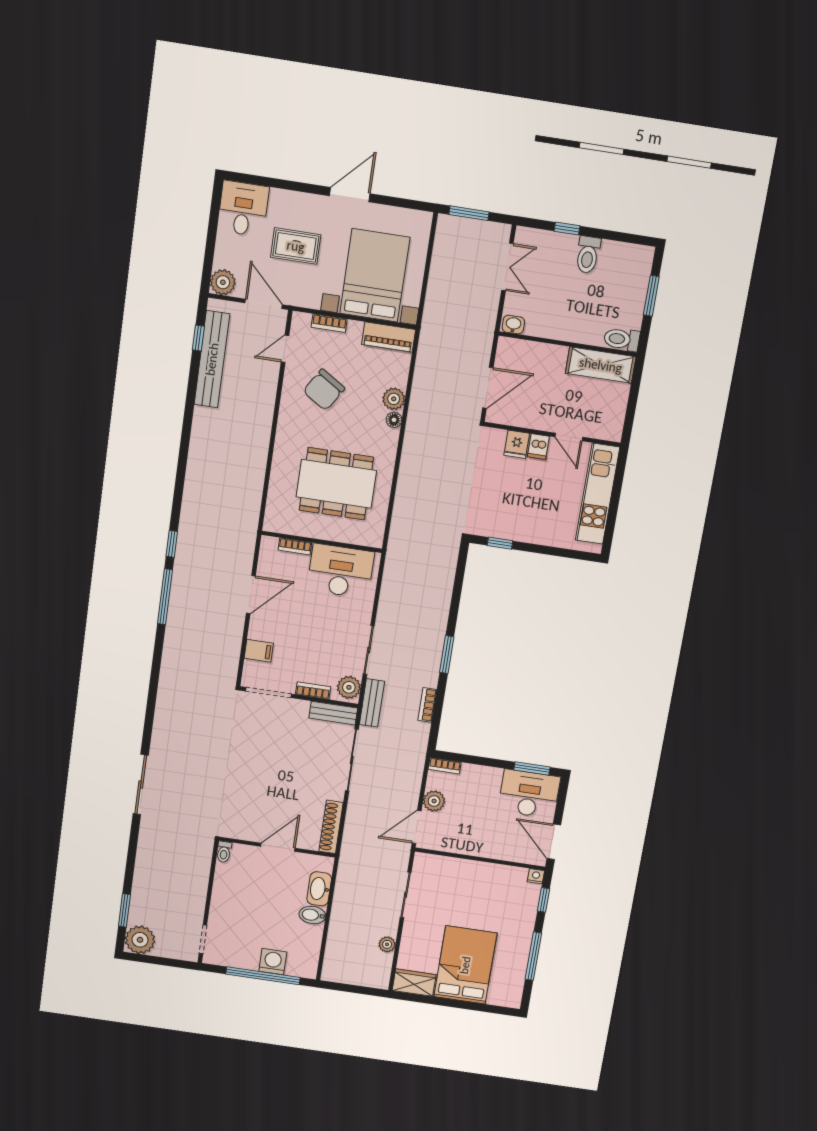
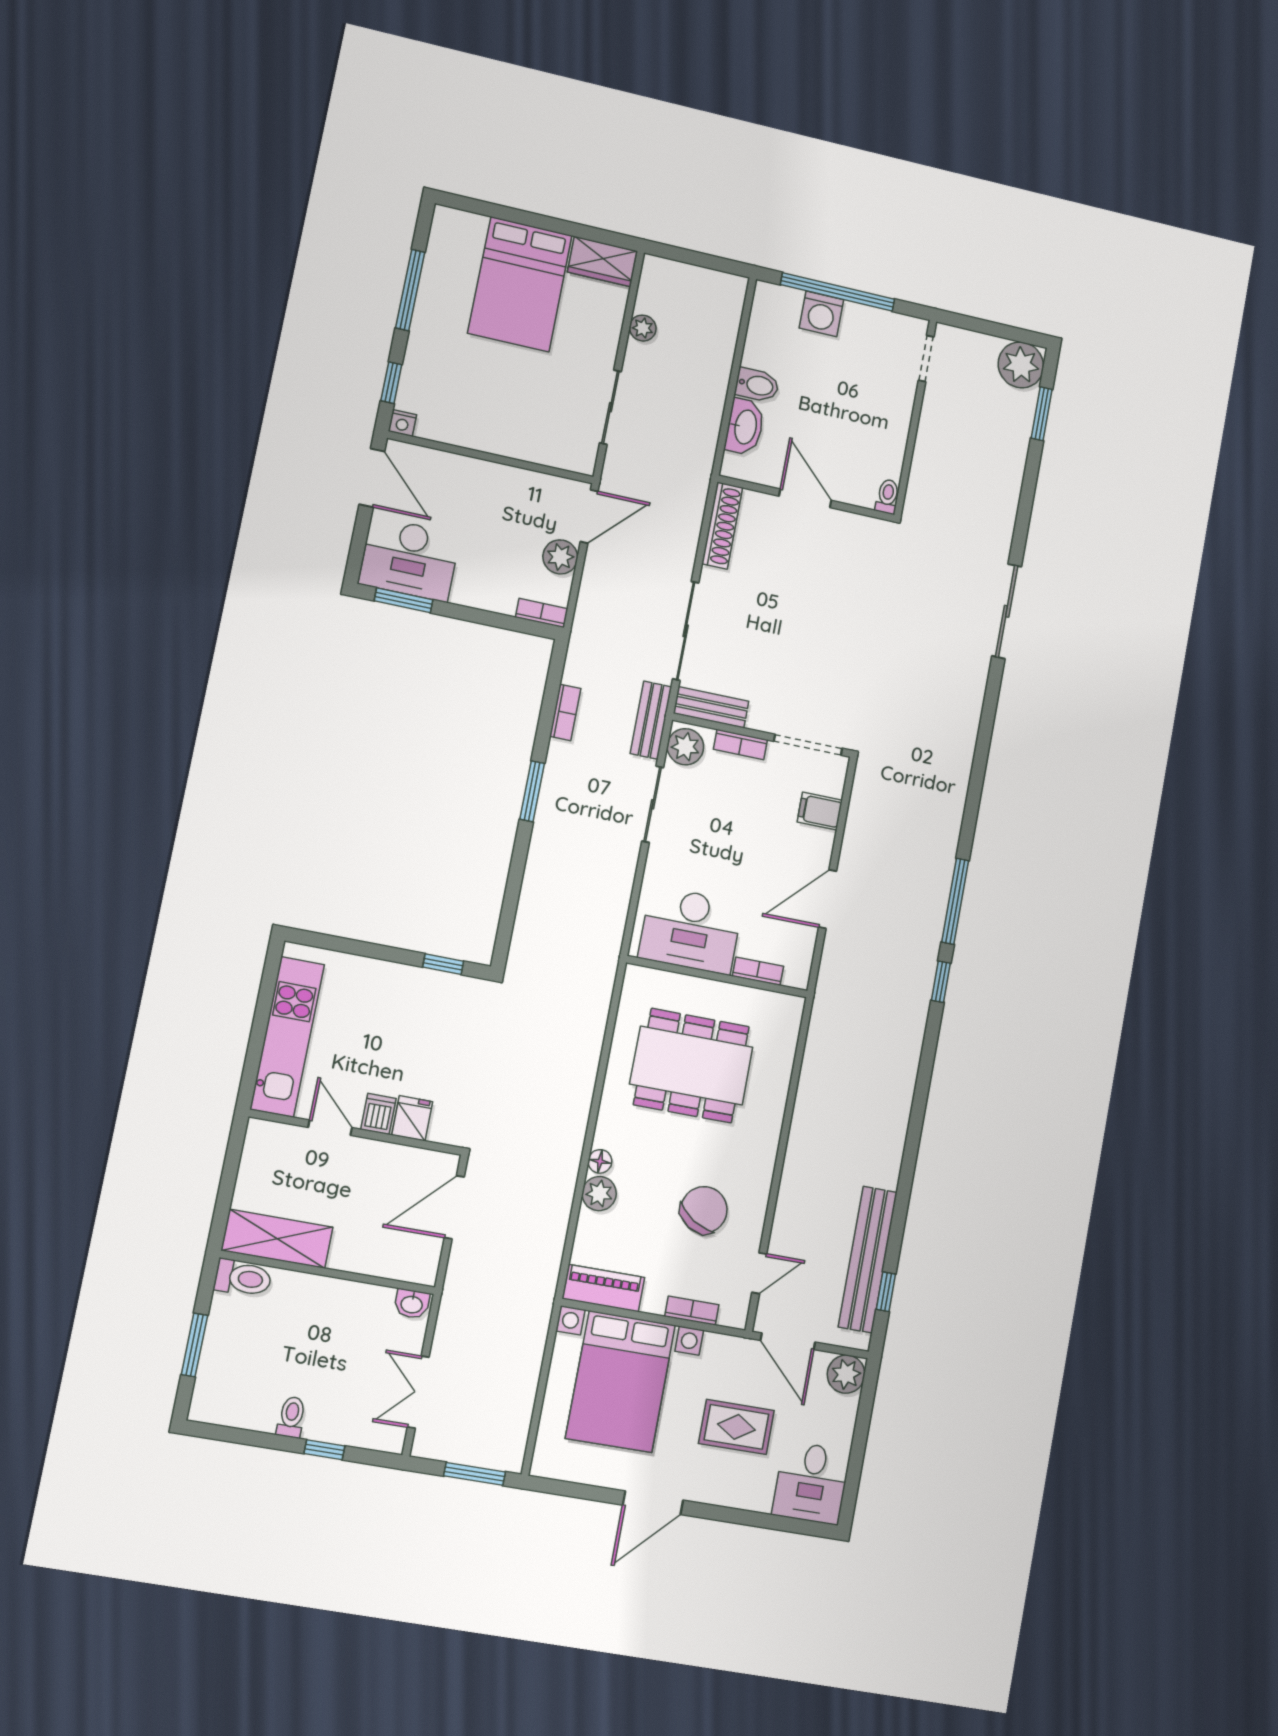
toilet: (588, 255) -> (291, 1417), width x0.73, depth x0.72
door: (278, 847) -> (805, 498), swing flipped

